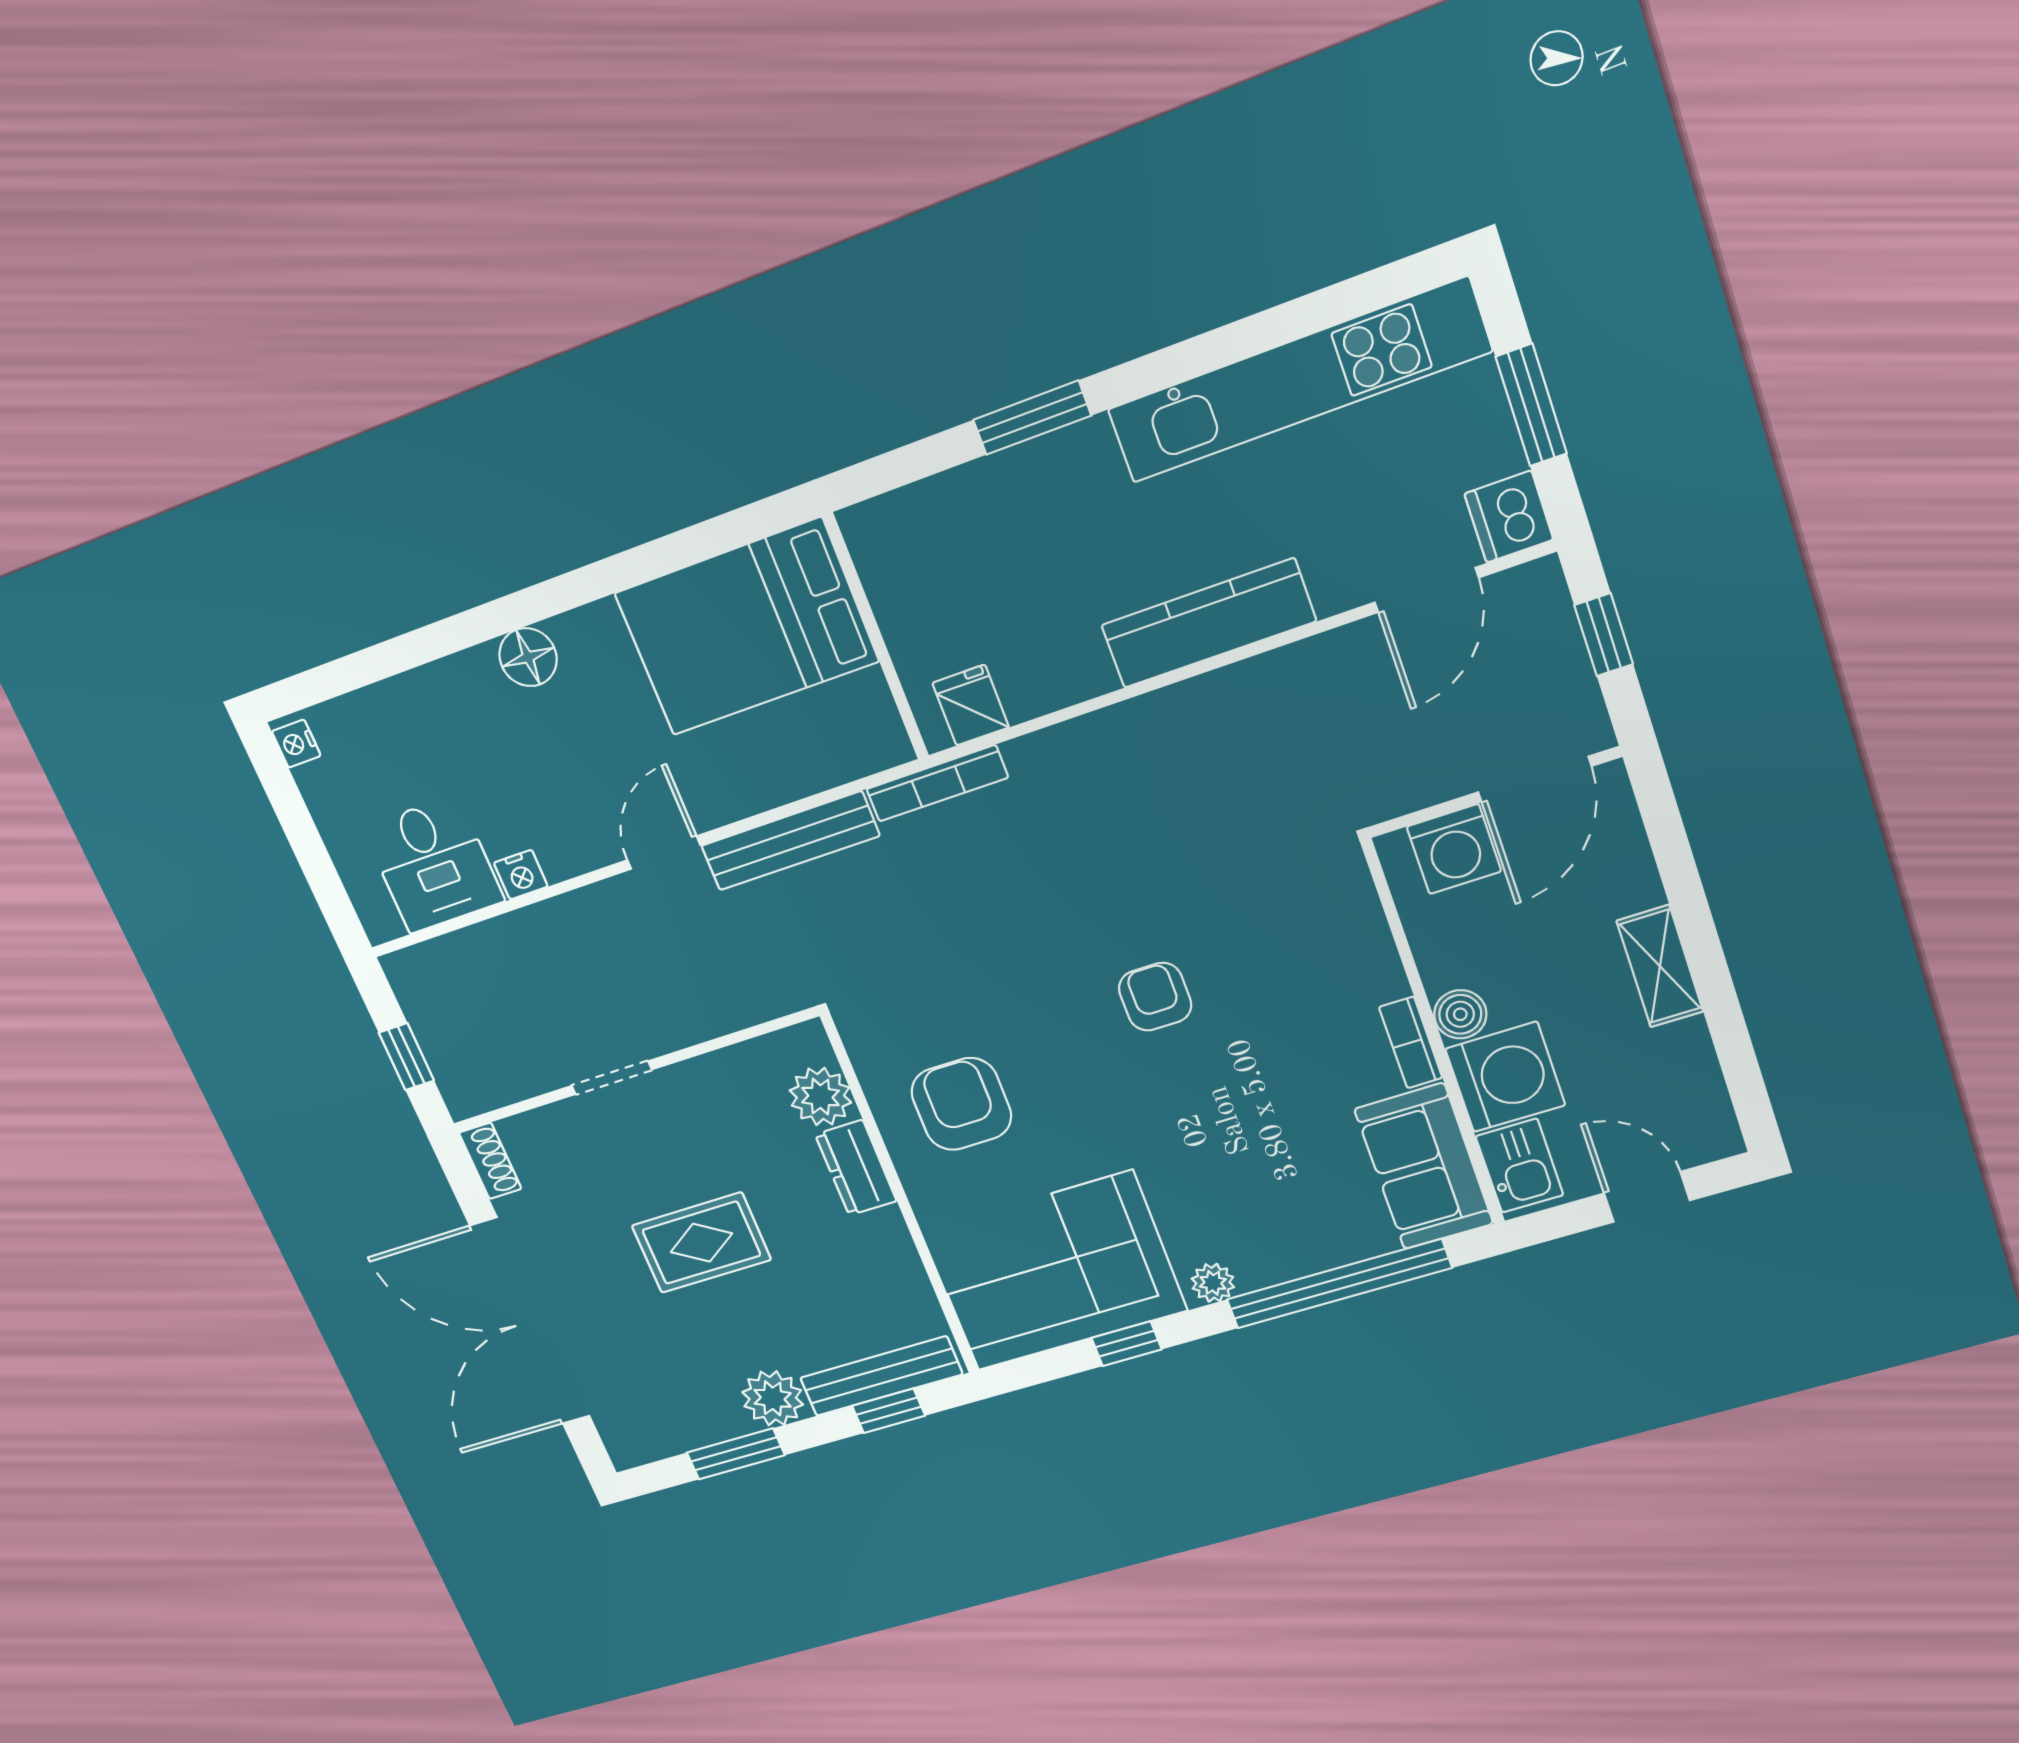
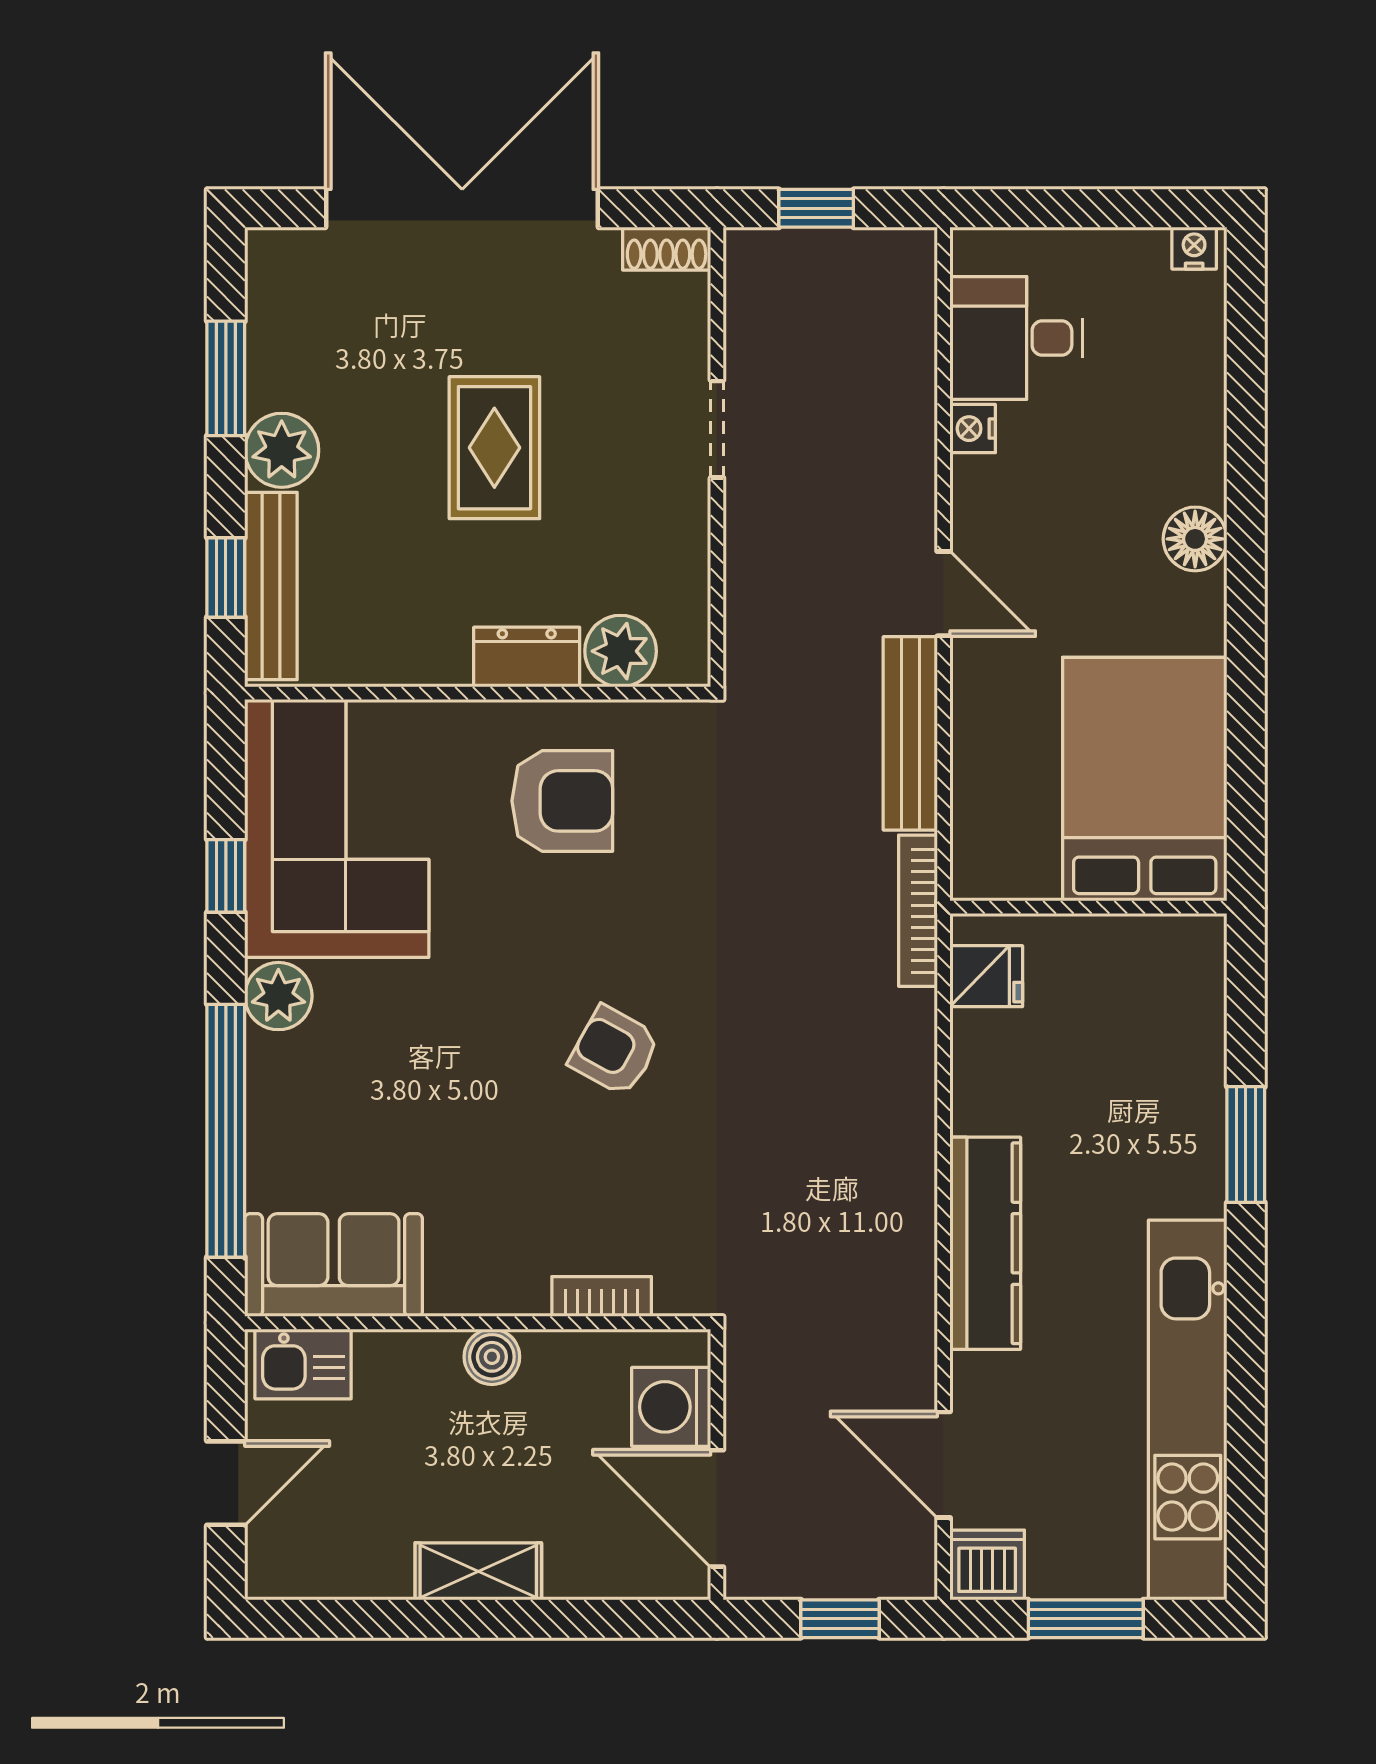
armchair: (1155, 997) -> (614, 1051), turned -151
bookcase: (1411, 1043) -> (602, 1297), moved
washing machine: (1505, 1077) -> (408, 1380), removed
plant: (1213, 1283) -> (278, 996), width x1.38, depth x1.38

